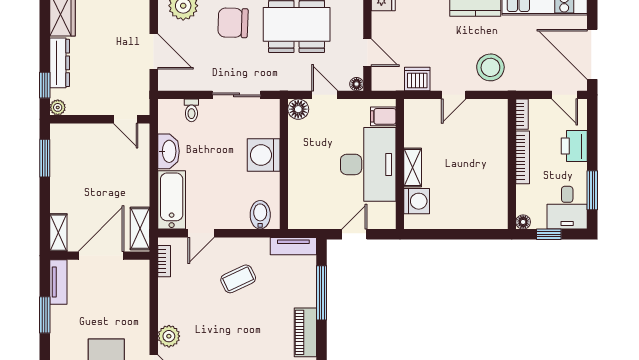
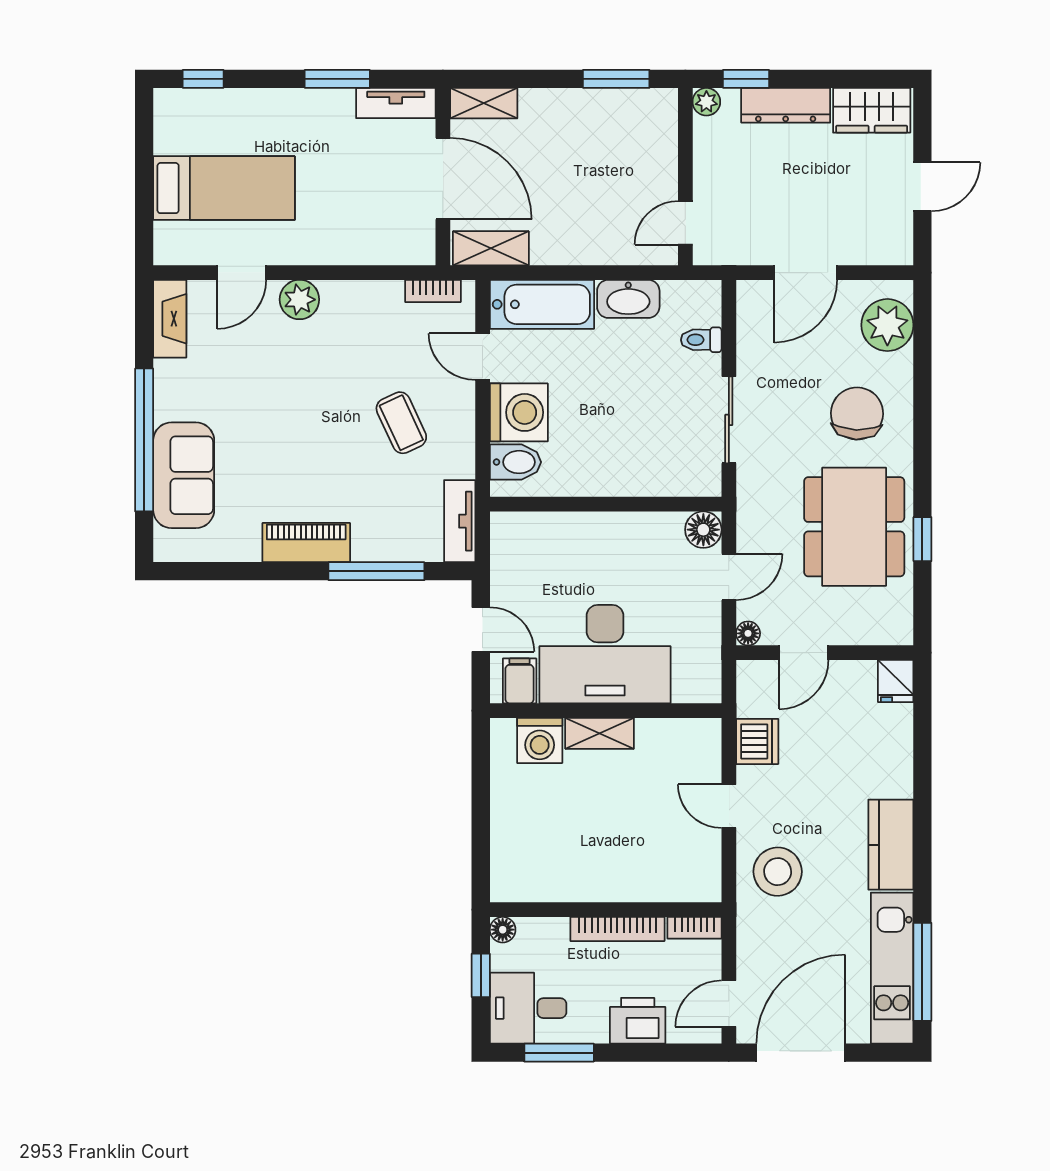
filing cabinet: (383, 116) -> (520, 681), moved
washing machine: (264, 155) -> (519, 412), moved, turned 90

